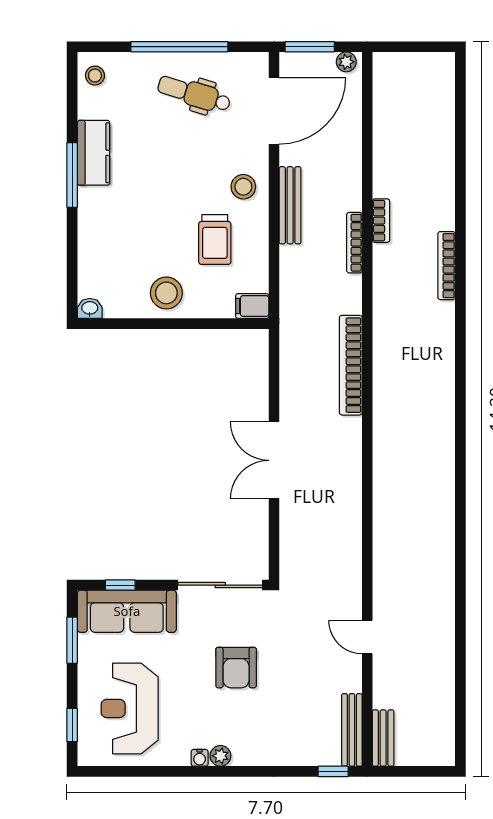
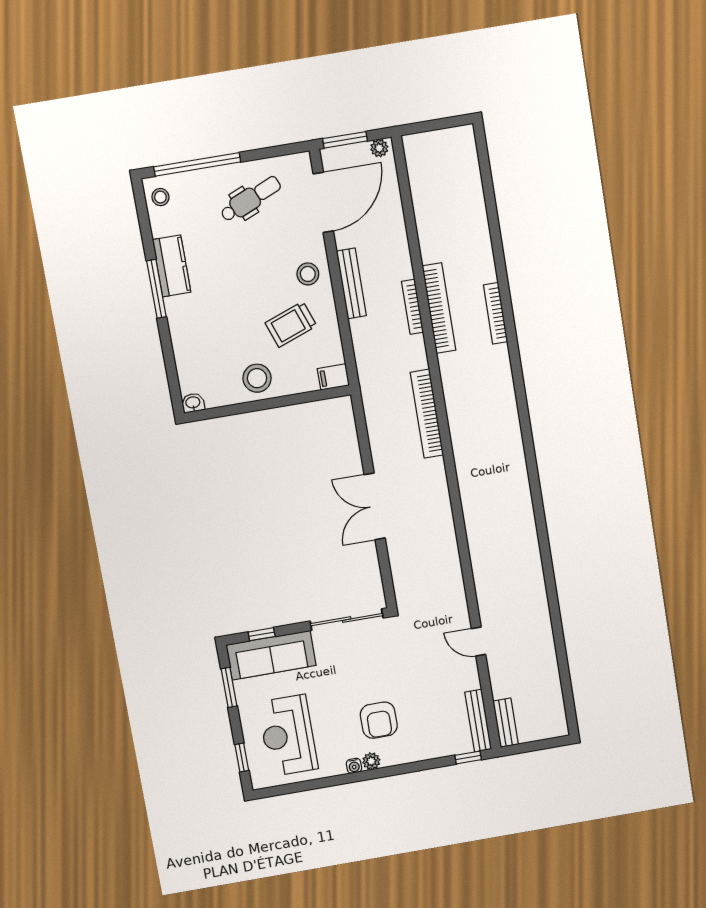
window: (179, 47) -> (197, 164), moved
dental chair: (194, 94) -> (251, 199), turned 140
bookcase: (381, 221) -> (439, 308), width x2.31, depth x1.31
trolley: (215, 239) -> (291, 324), turned 70
armchair: (236, 668) -> (379, 720), moved

